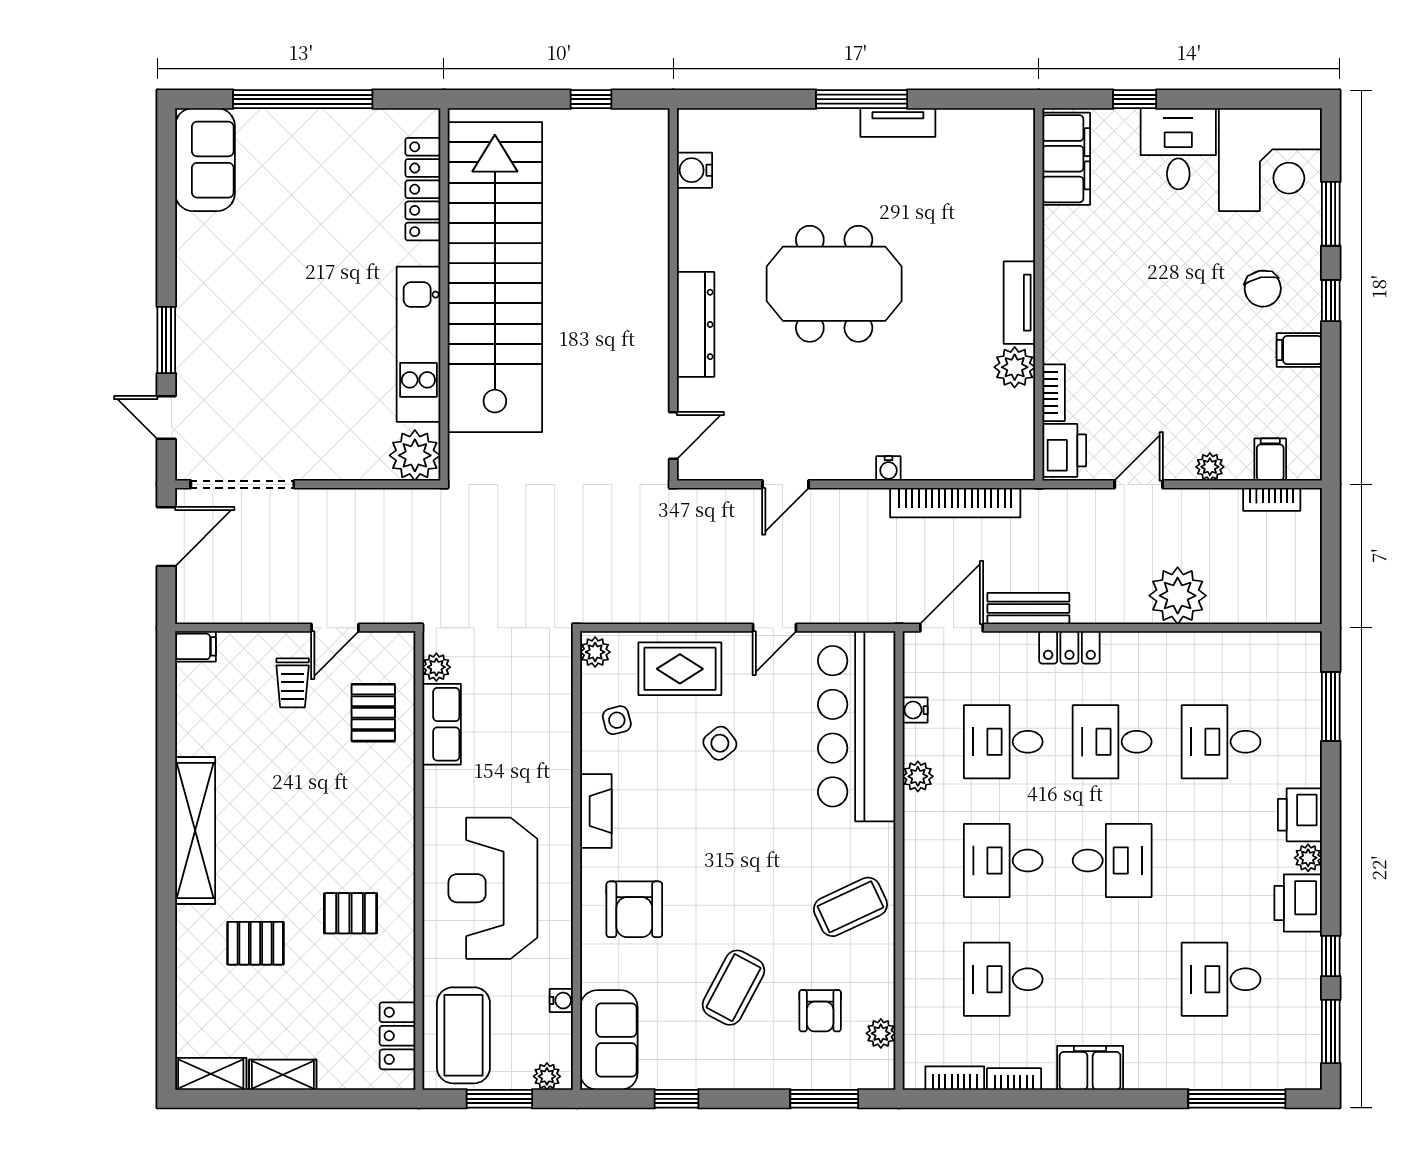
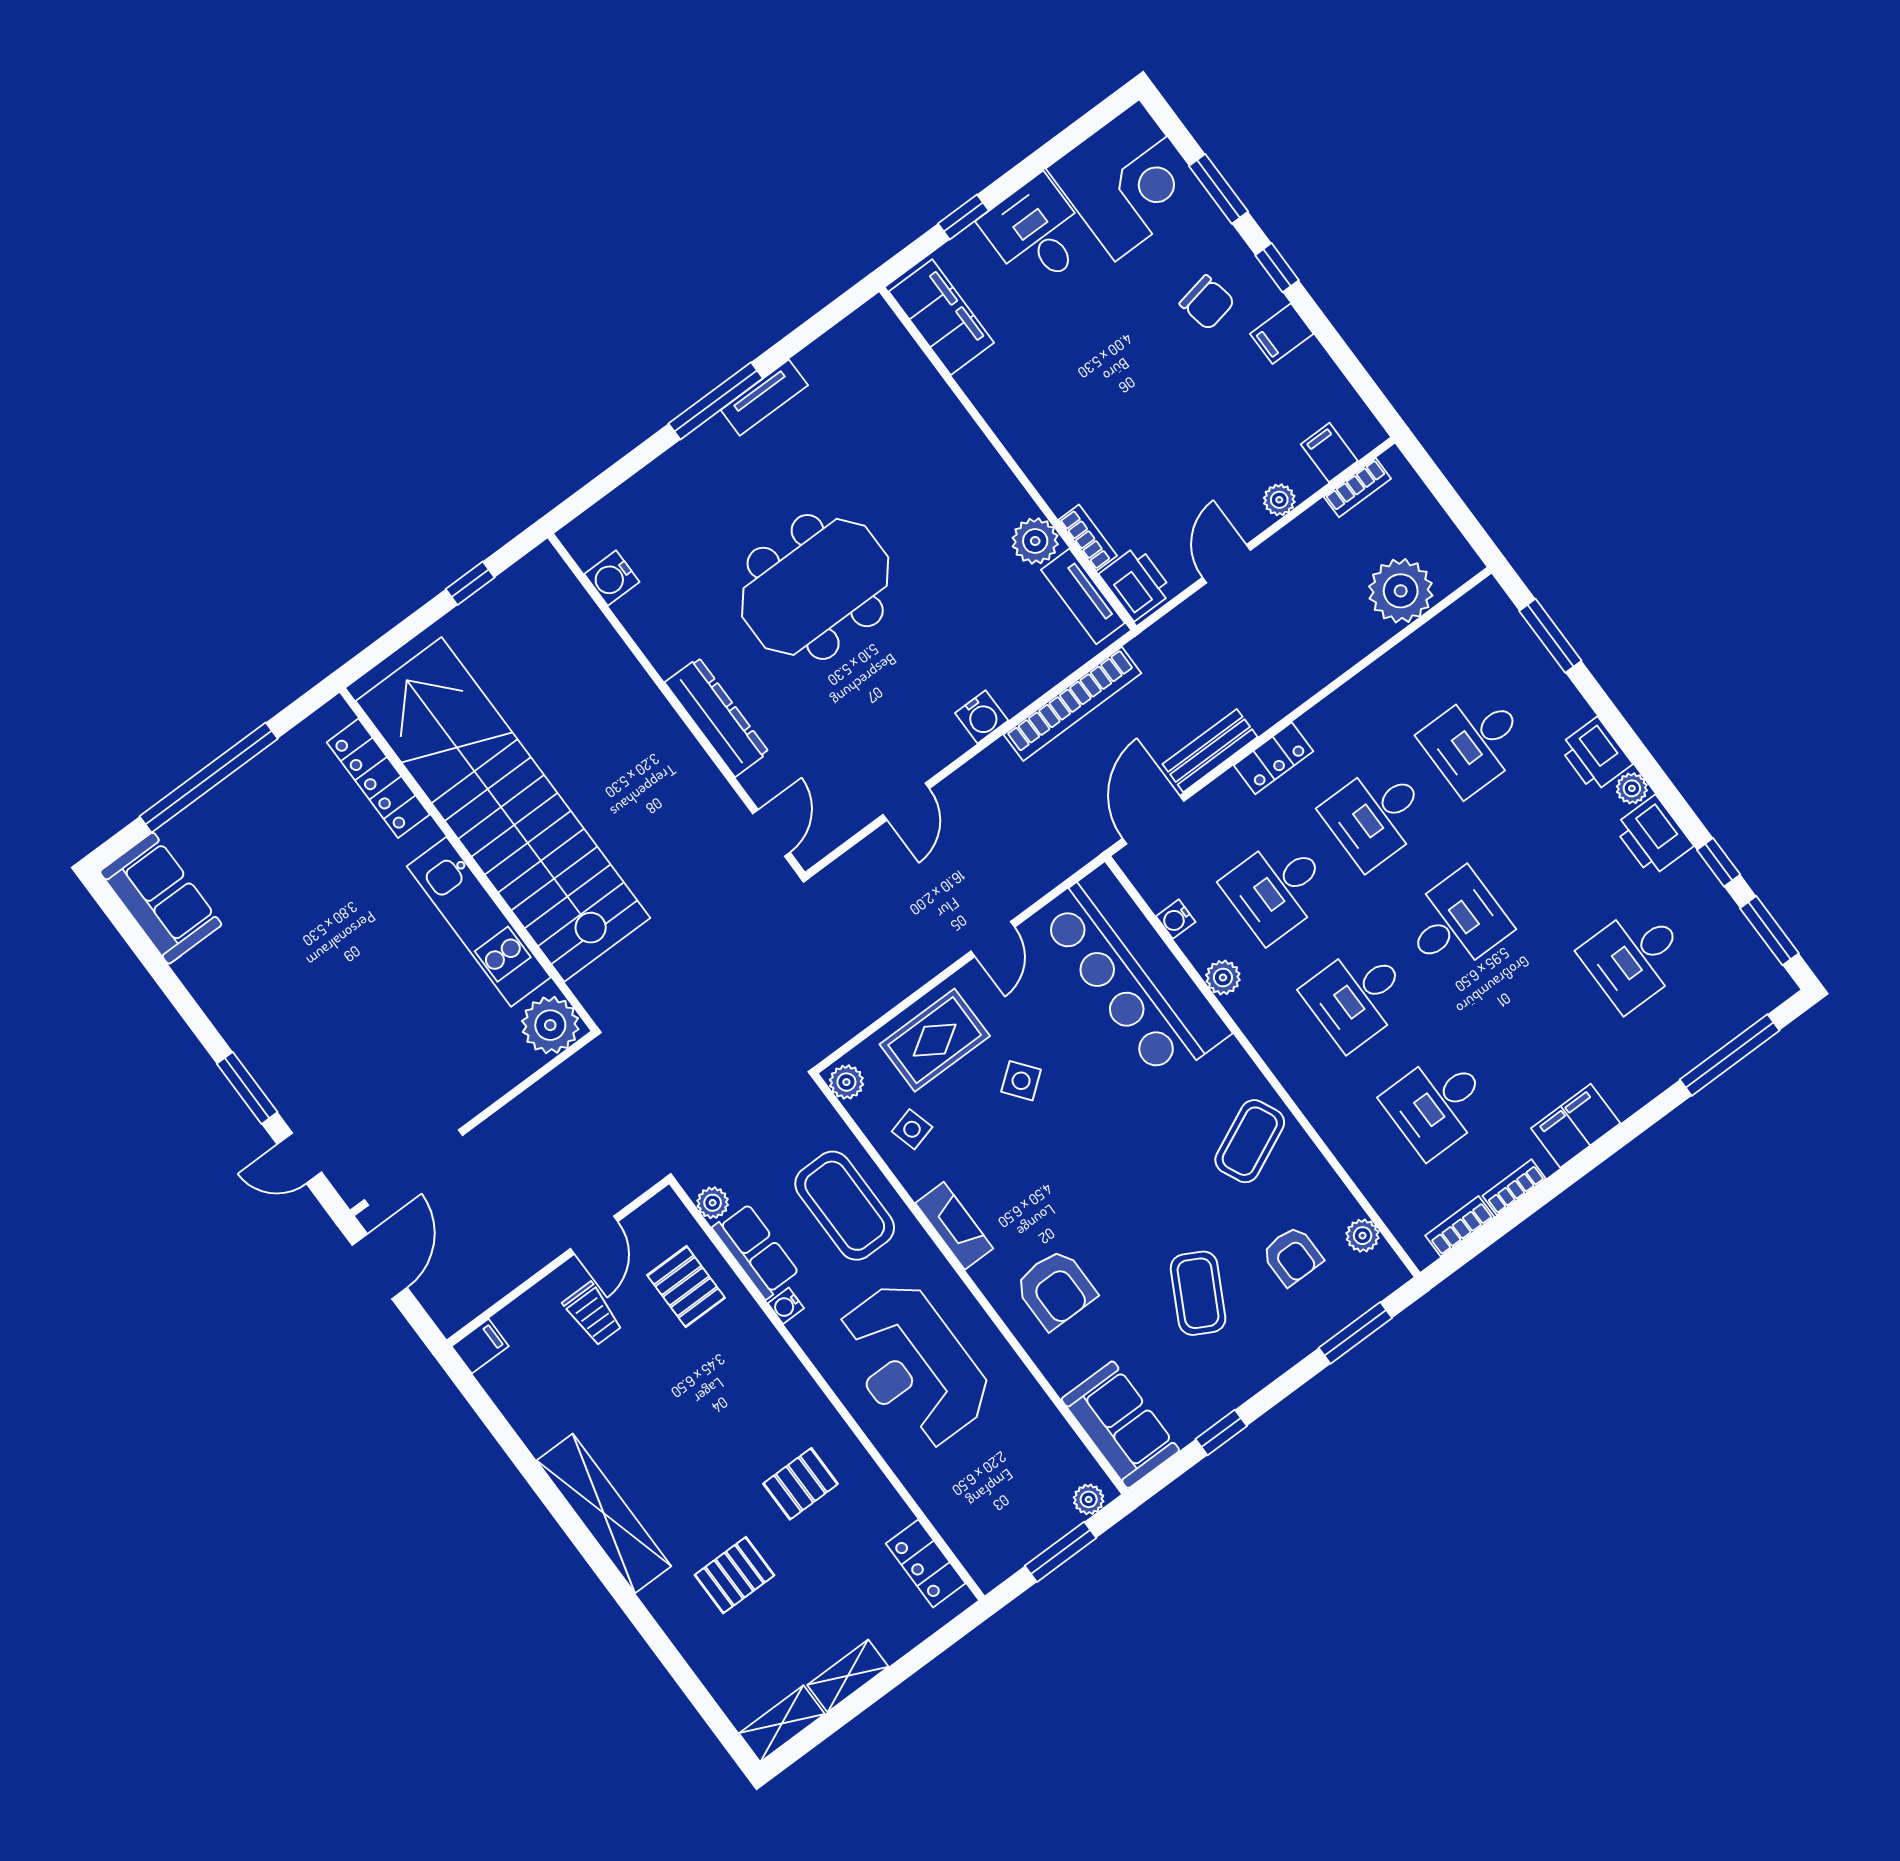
tv unit: (1019, 303) -> (1083, 596), moved
water cooler: (888, 468) -> (982, 717), width x1.38, depth x1.38
plant: (1178, 596) -> (1401, 591), moved
water cooler: (561, 1001) -> (786, 1306), moved, turned 180
coffee table: (463, 1035) -> (845, 1206), moved

